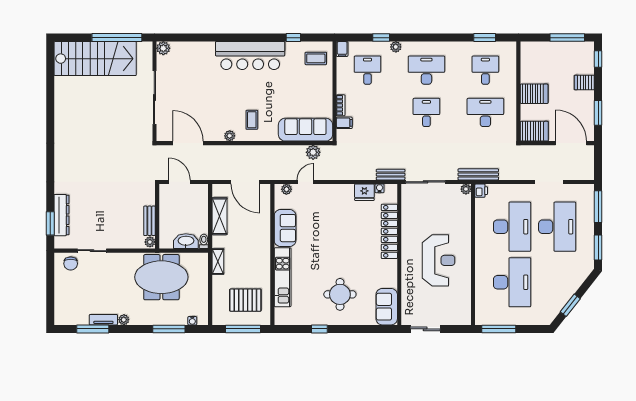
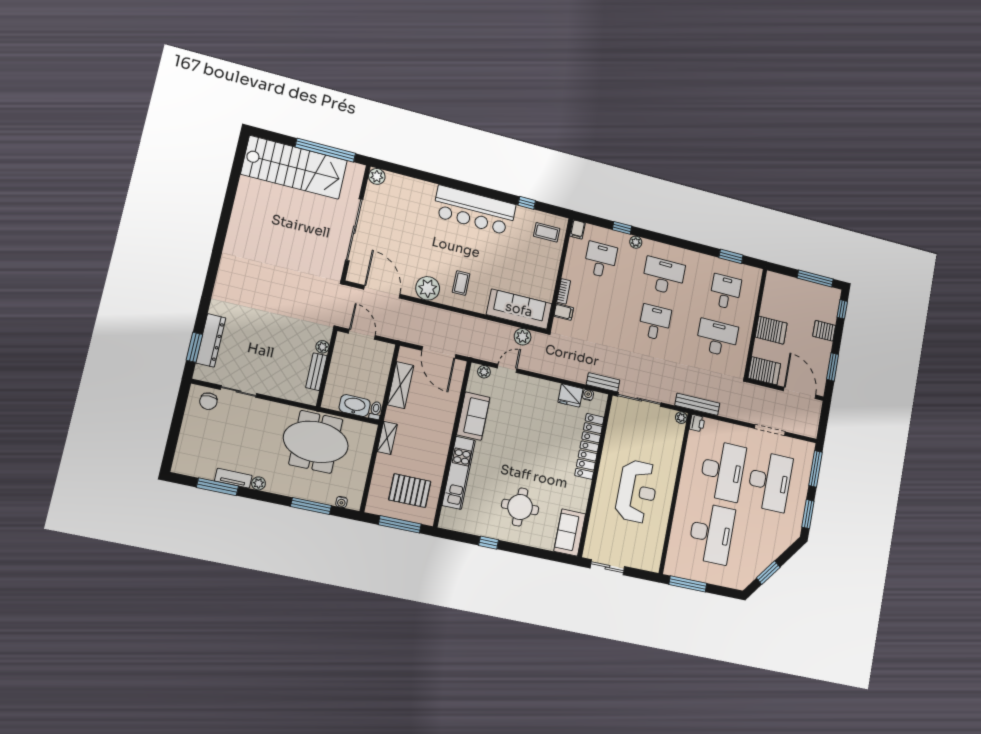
plant: (230, 136) -> (428, 288), width x1.88, depth x1.88
plant: (150, 242) -> (322, 347), moved

